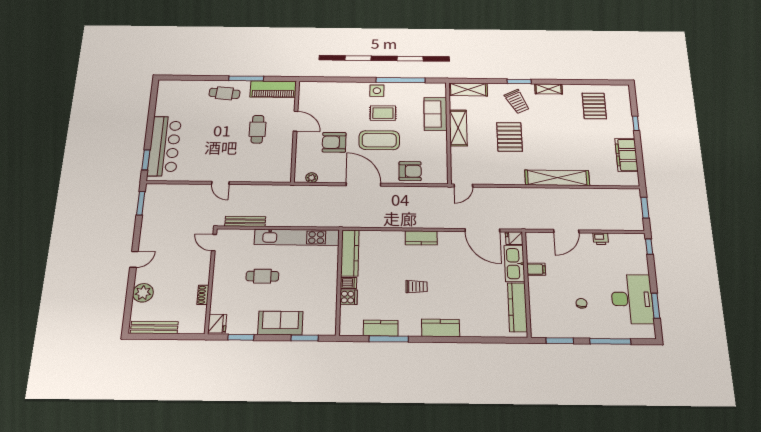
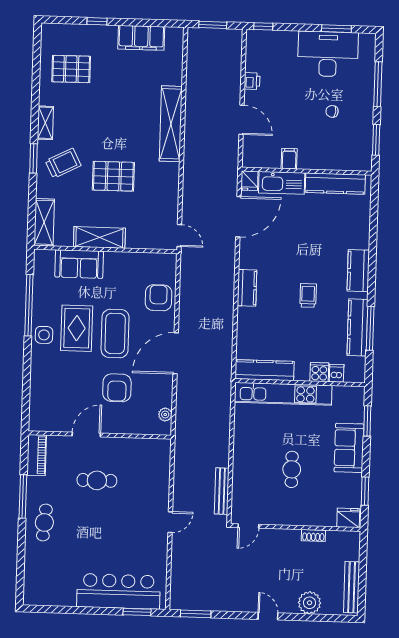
piano: (273, 89) -> (37, 455), width x0.73, depth x0.75
rug: (383, 113) -> (77, 328), width x1.36, depth x1.43
kitchen unit: (297, 237) -> (283, 394), moved, turned 90
dishwasher: (348, 283) -> (337, 373), moved
kitchen counter: (381, 328) -> (357, 327), width x1.50

